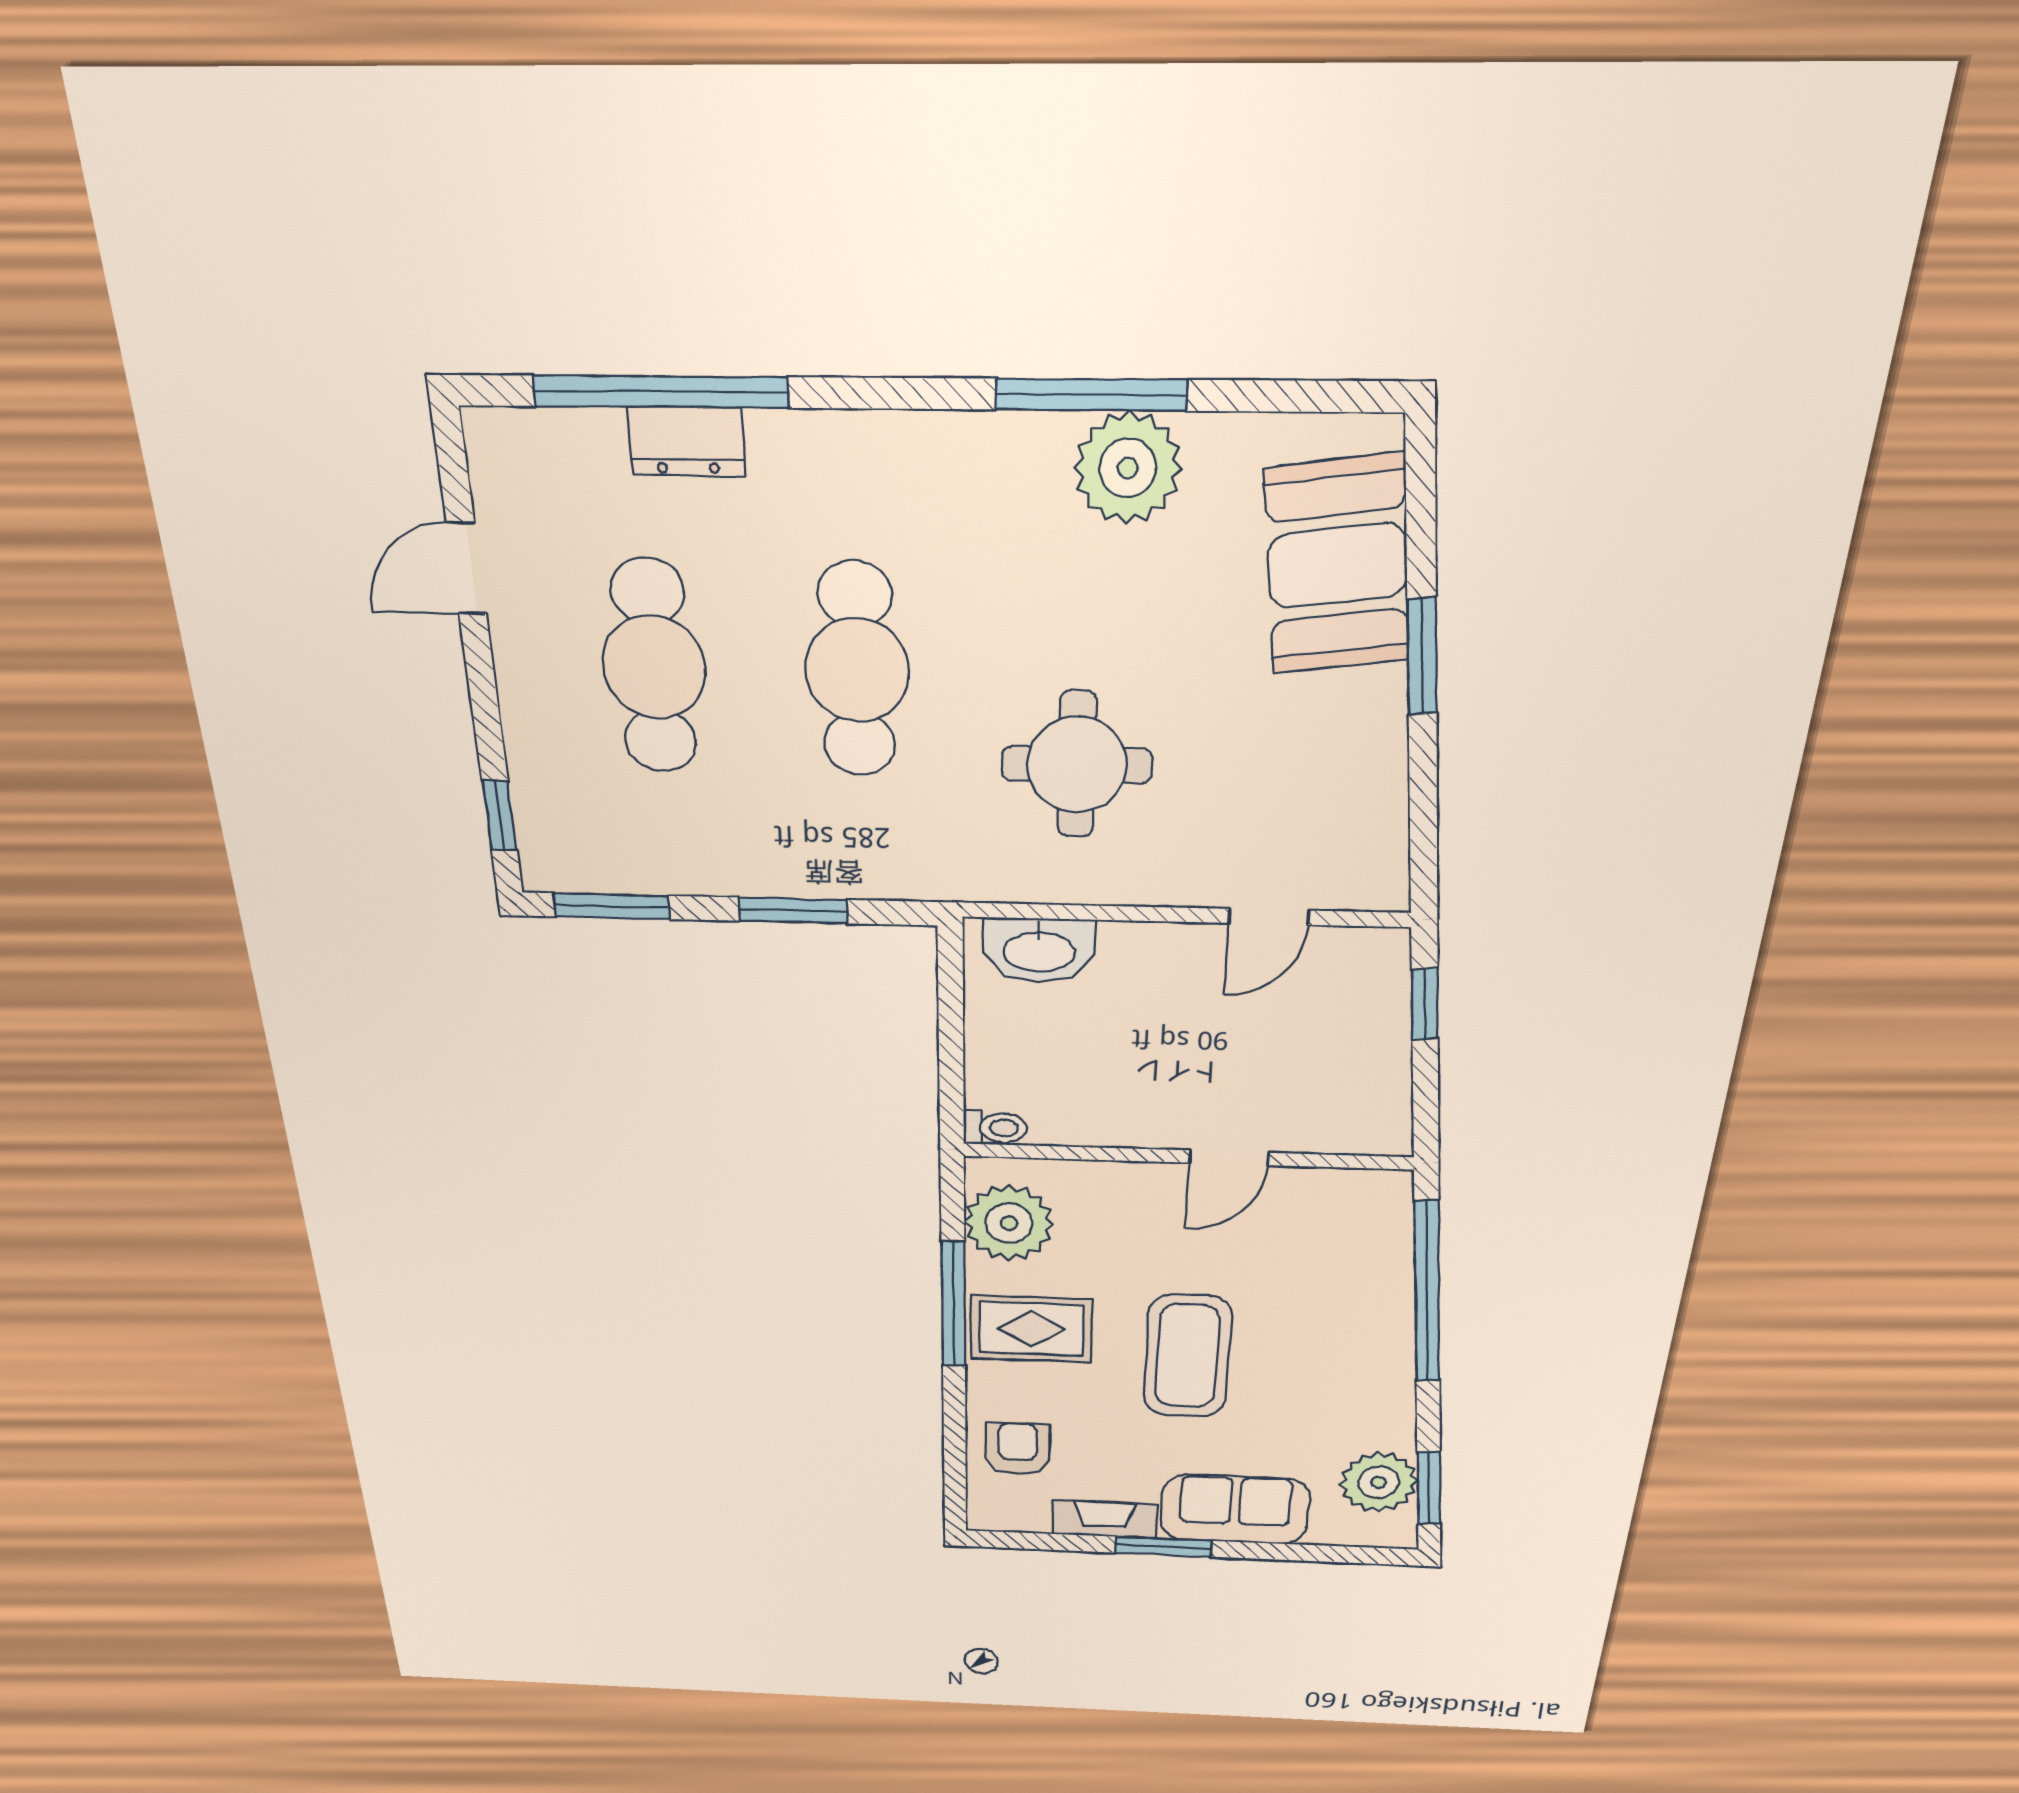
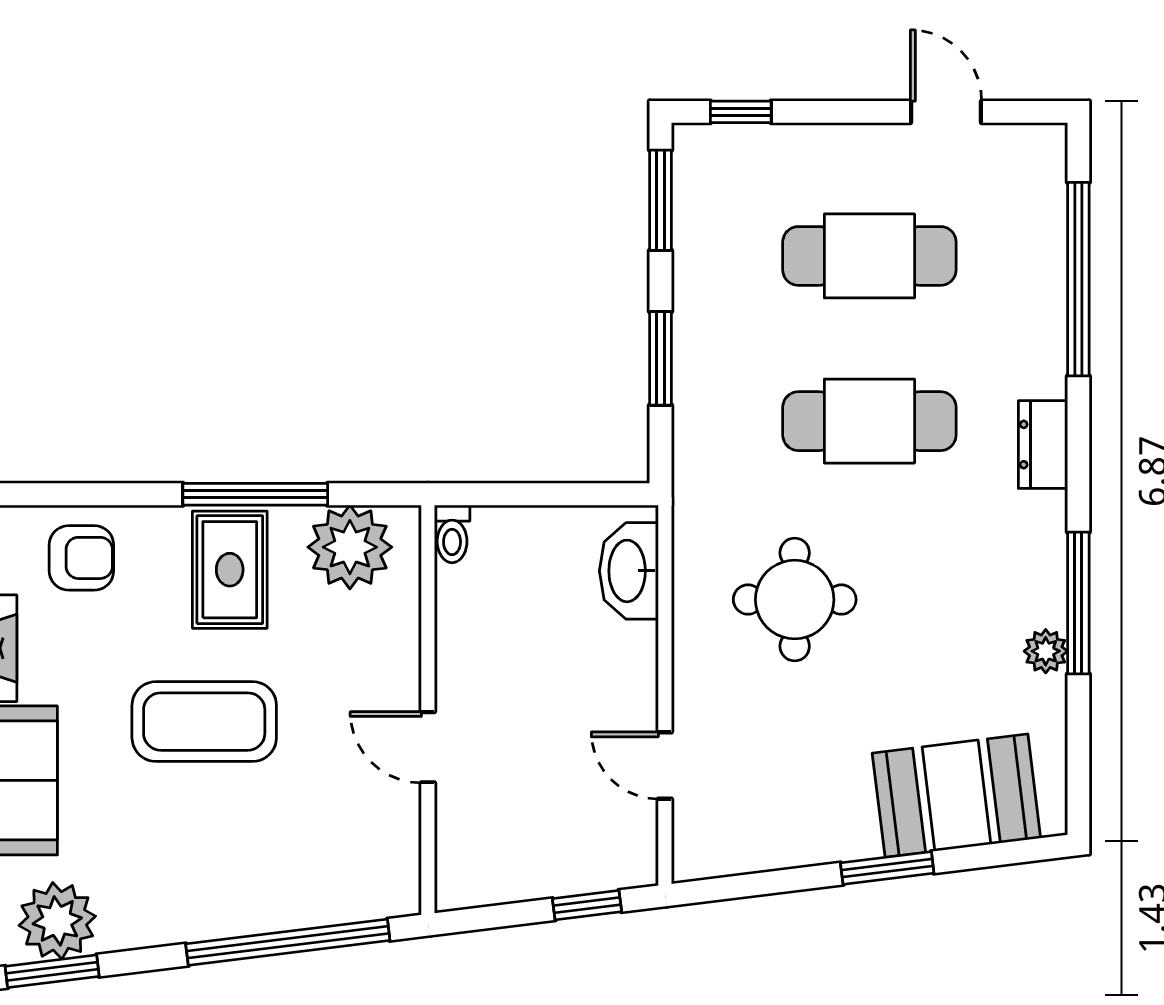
dresser: (687, 442) -> (1043, 445), moved
plant: (1128, 468) -> (1046, 651), width x0.53, depth x0.53

